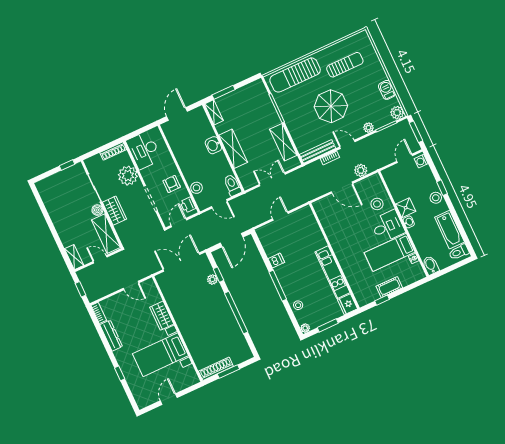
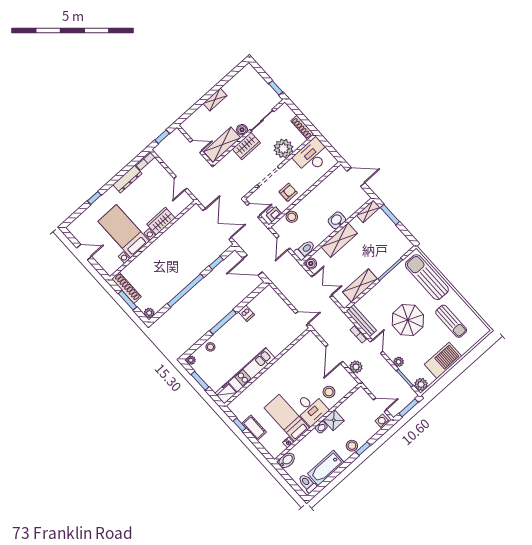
barbecue: (387, 90) -> (443, 360), width x1.88, depth x1.53
boiler: (247, 183) -> (311, 263), added
door: (280, 216) -> (302, 318), moved
shelving: (74, 257) -> (215, 100), moved
door: (100, 259) -> (196, 146), hinge flipped
plant: (212, 279) -> (149, 313), moved

